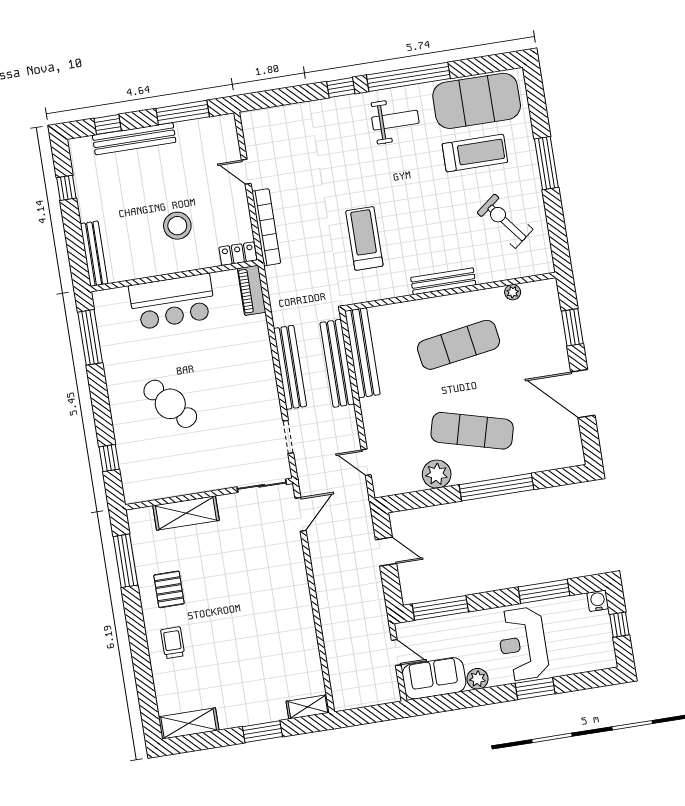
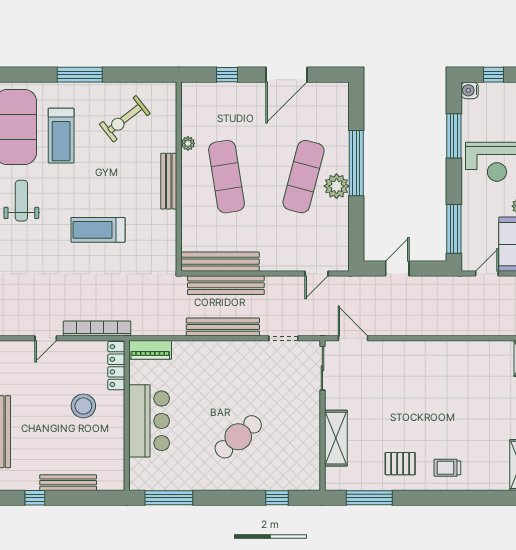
treadmill: (475, 153) -> (61, 136), turned 180
treadmill: (364, 238) -> (98, 230), moved
bench: (94, 254) -> (68, 483), moved
locker: (238, 254) -> (116, 366), width x1.53
plant: (513, 292) -> (188, 143), moved
window: (572, 327) -> (227, 75), width x0.67
plant: (437, 474) -> (337, 186), moved

